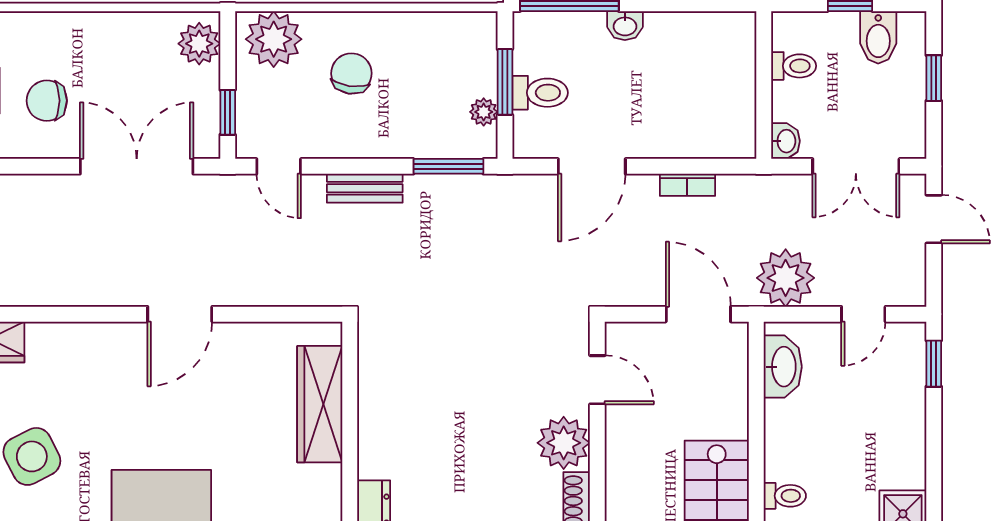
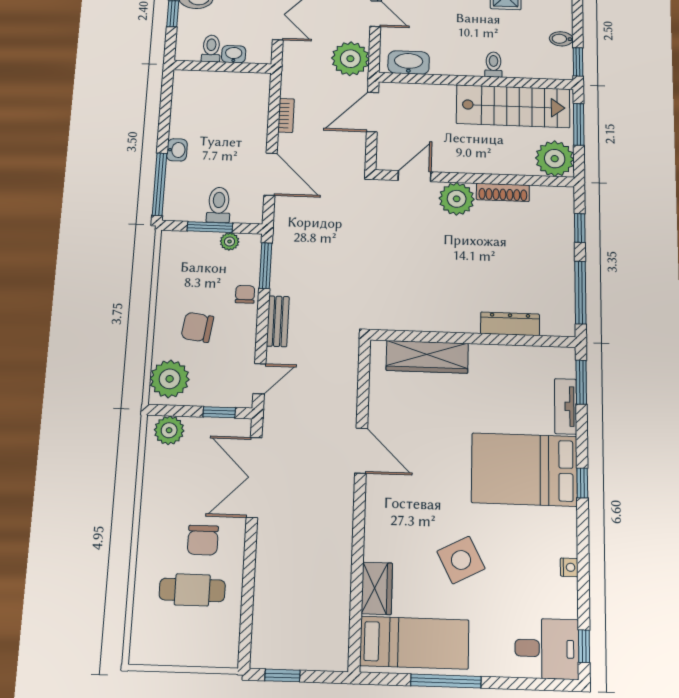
chair: (404, 139) -> (245, 294), added
washbasin: (786, 141) -> (234, 54), moved

